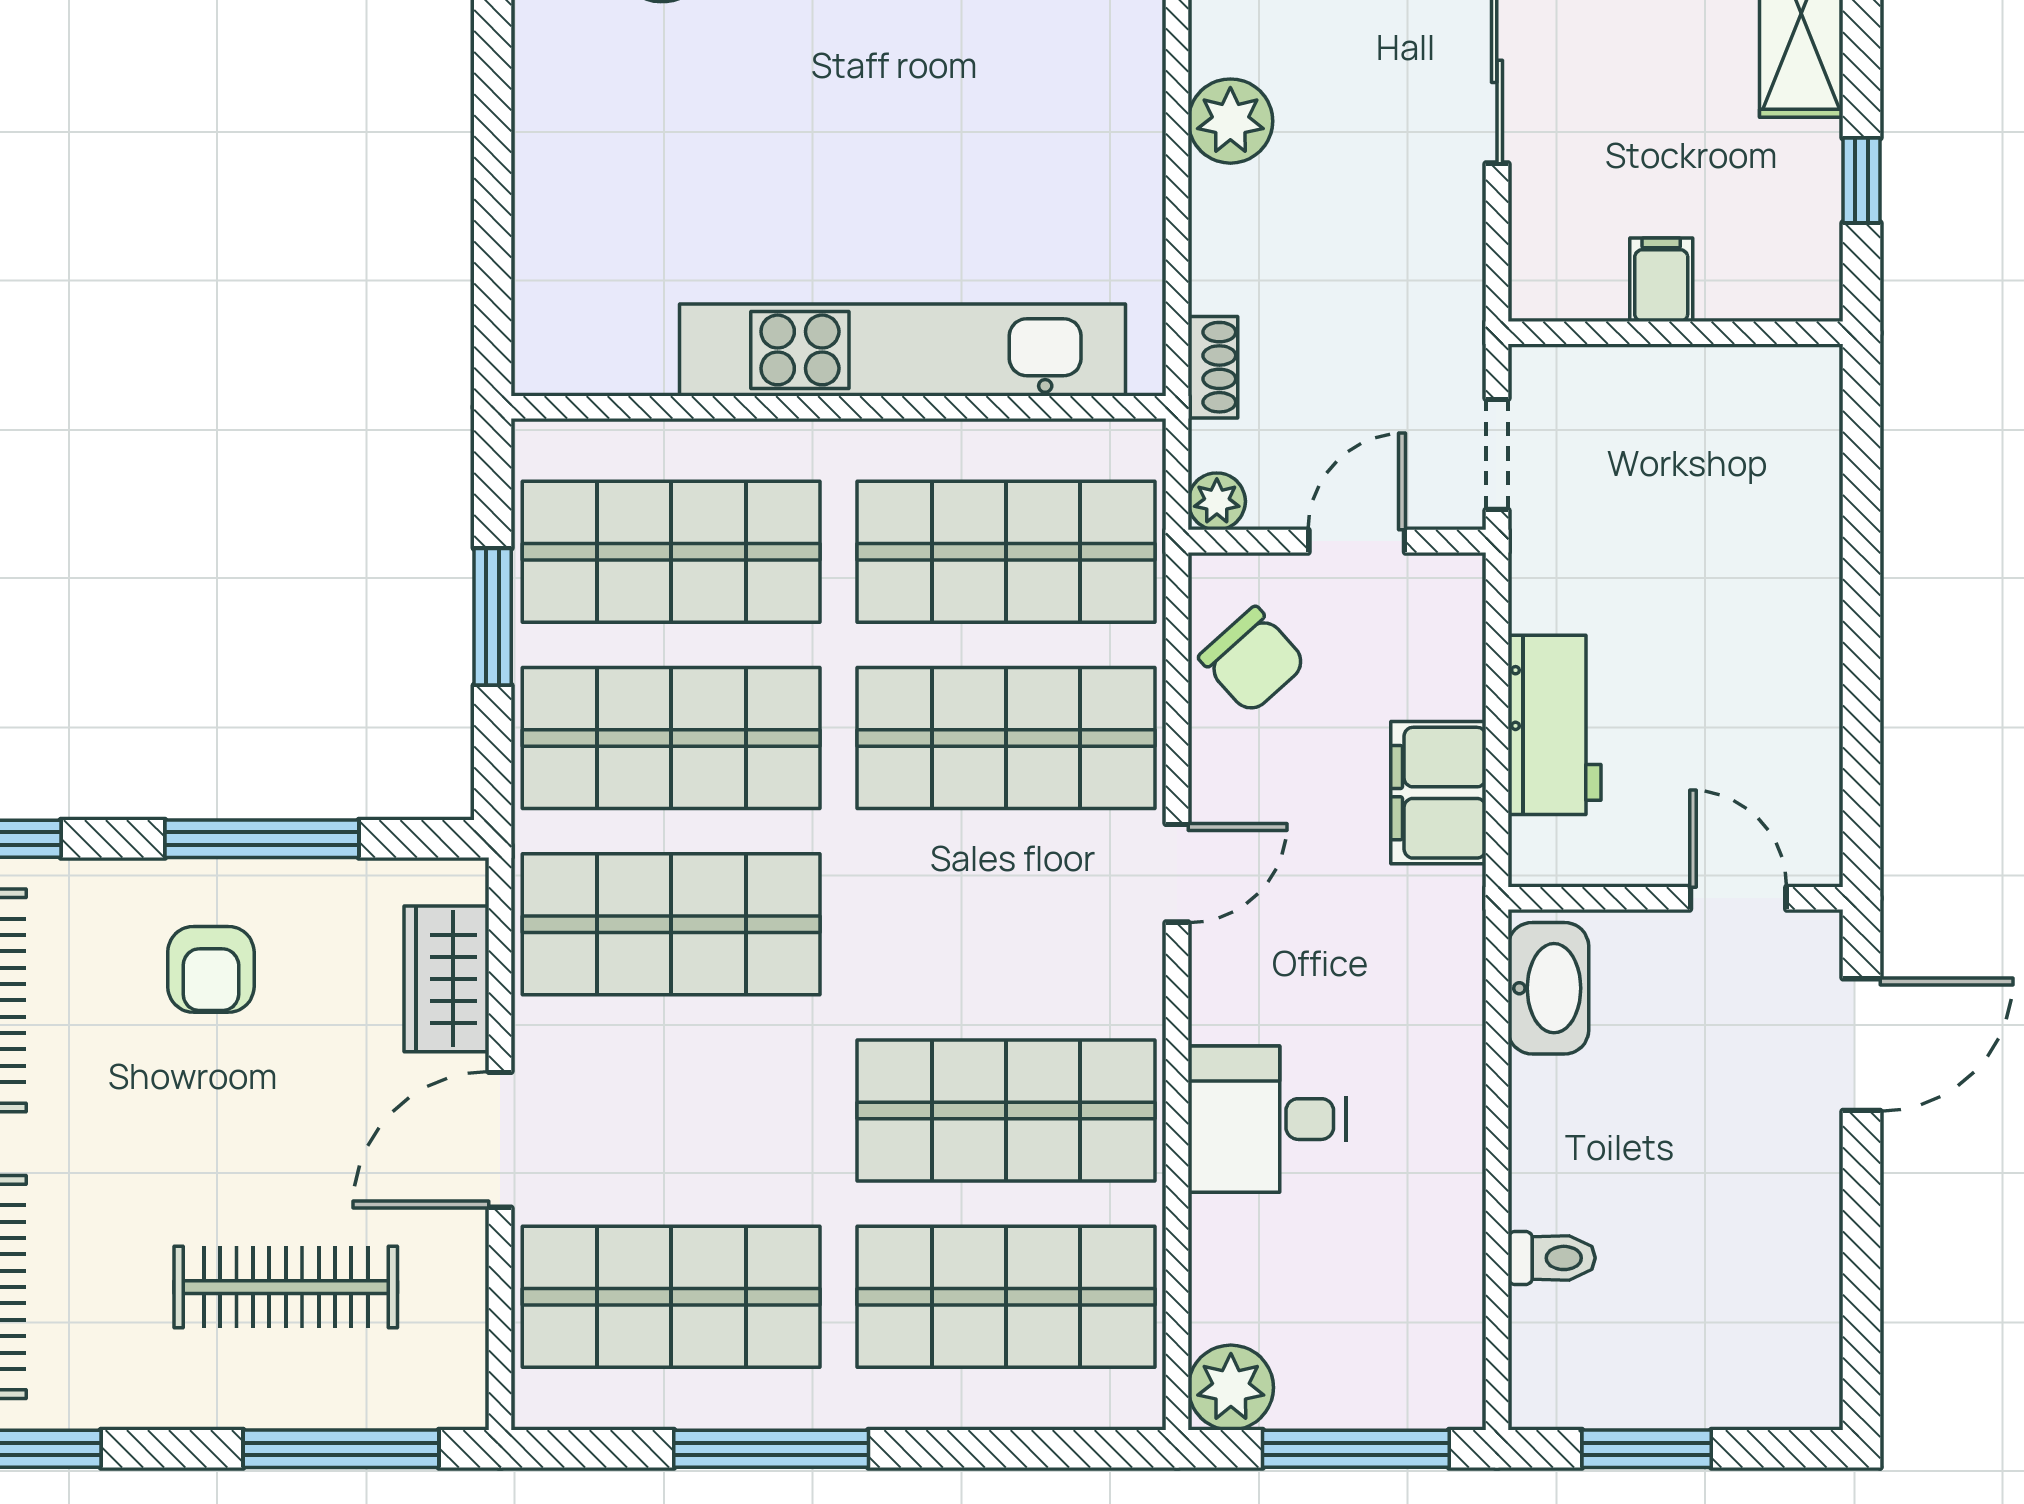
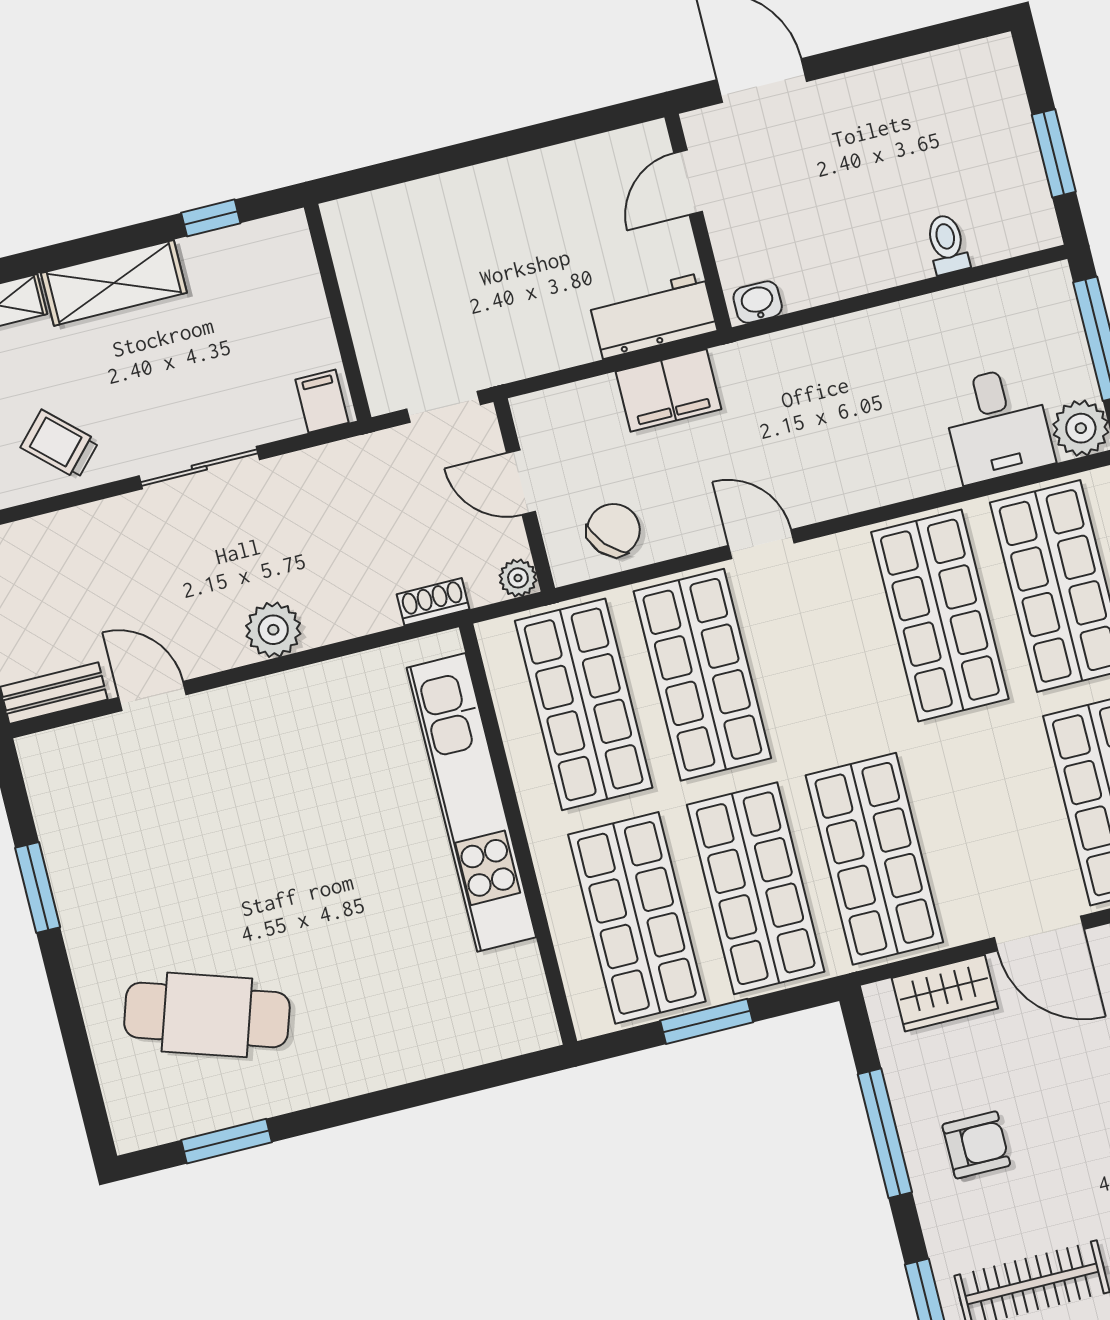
filing cabinet: (1661, 280) -> (322, 401), moved, turned 90
workbench: (1554, 725) -> (653, 316), moved
washbasin: (1548, 988) -> (758, 302), width x0.52, depth x0.69
desk: (1267, 1119) -> (997, 424), moved

